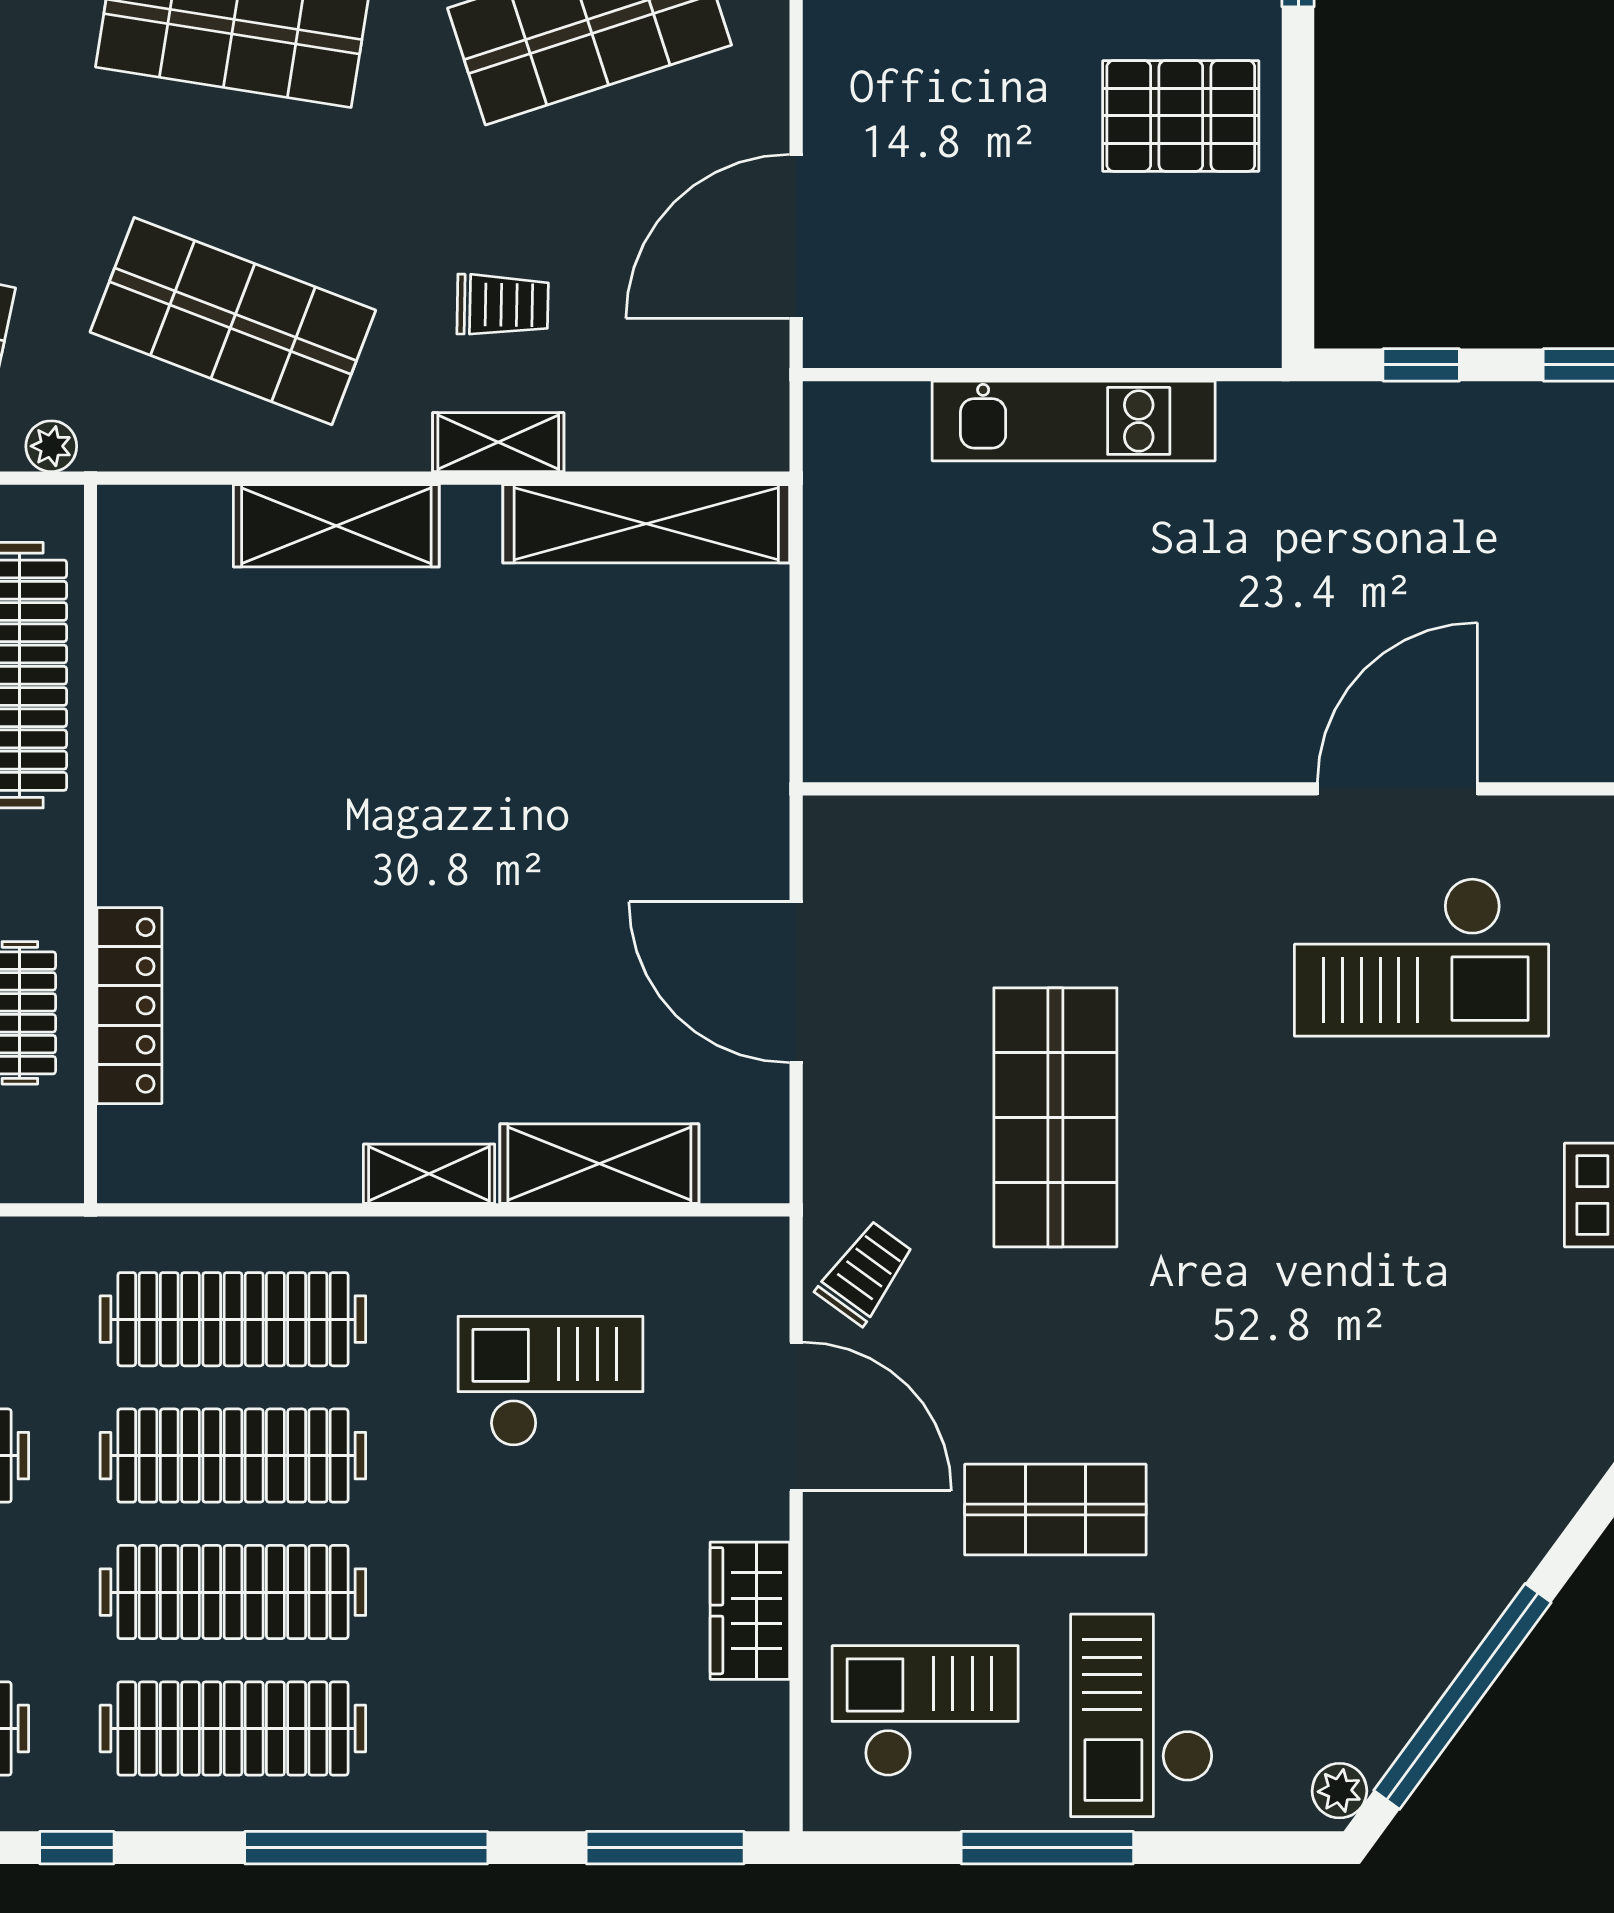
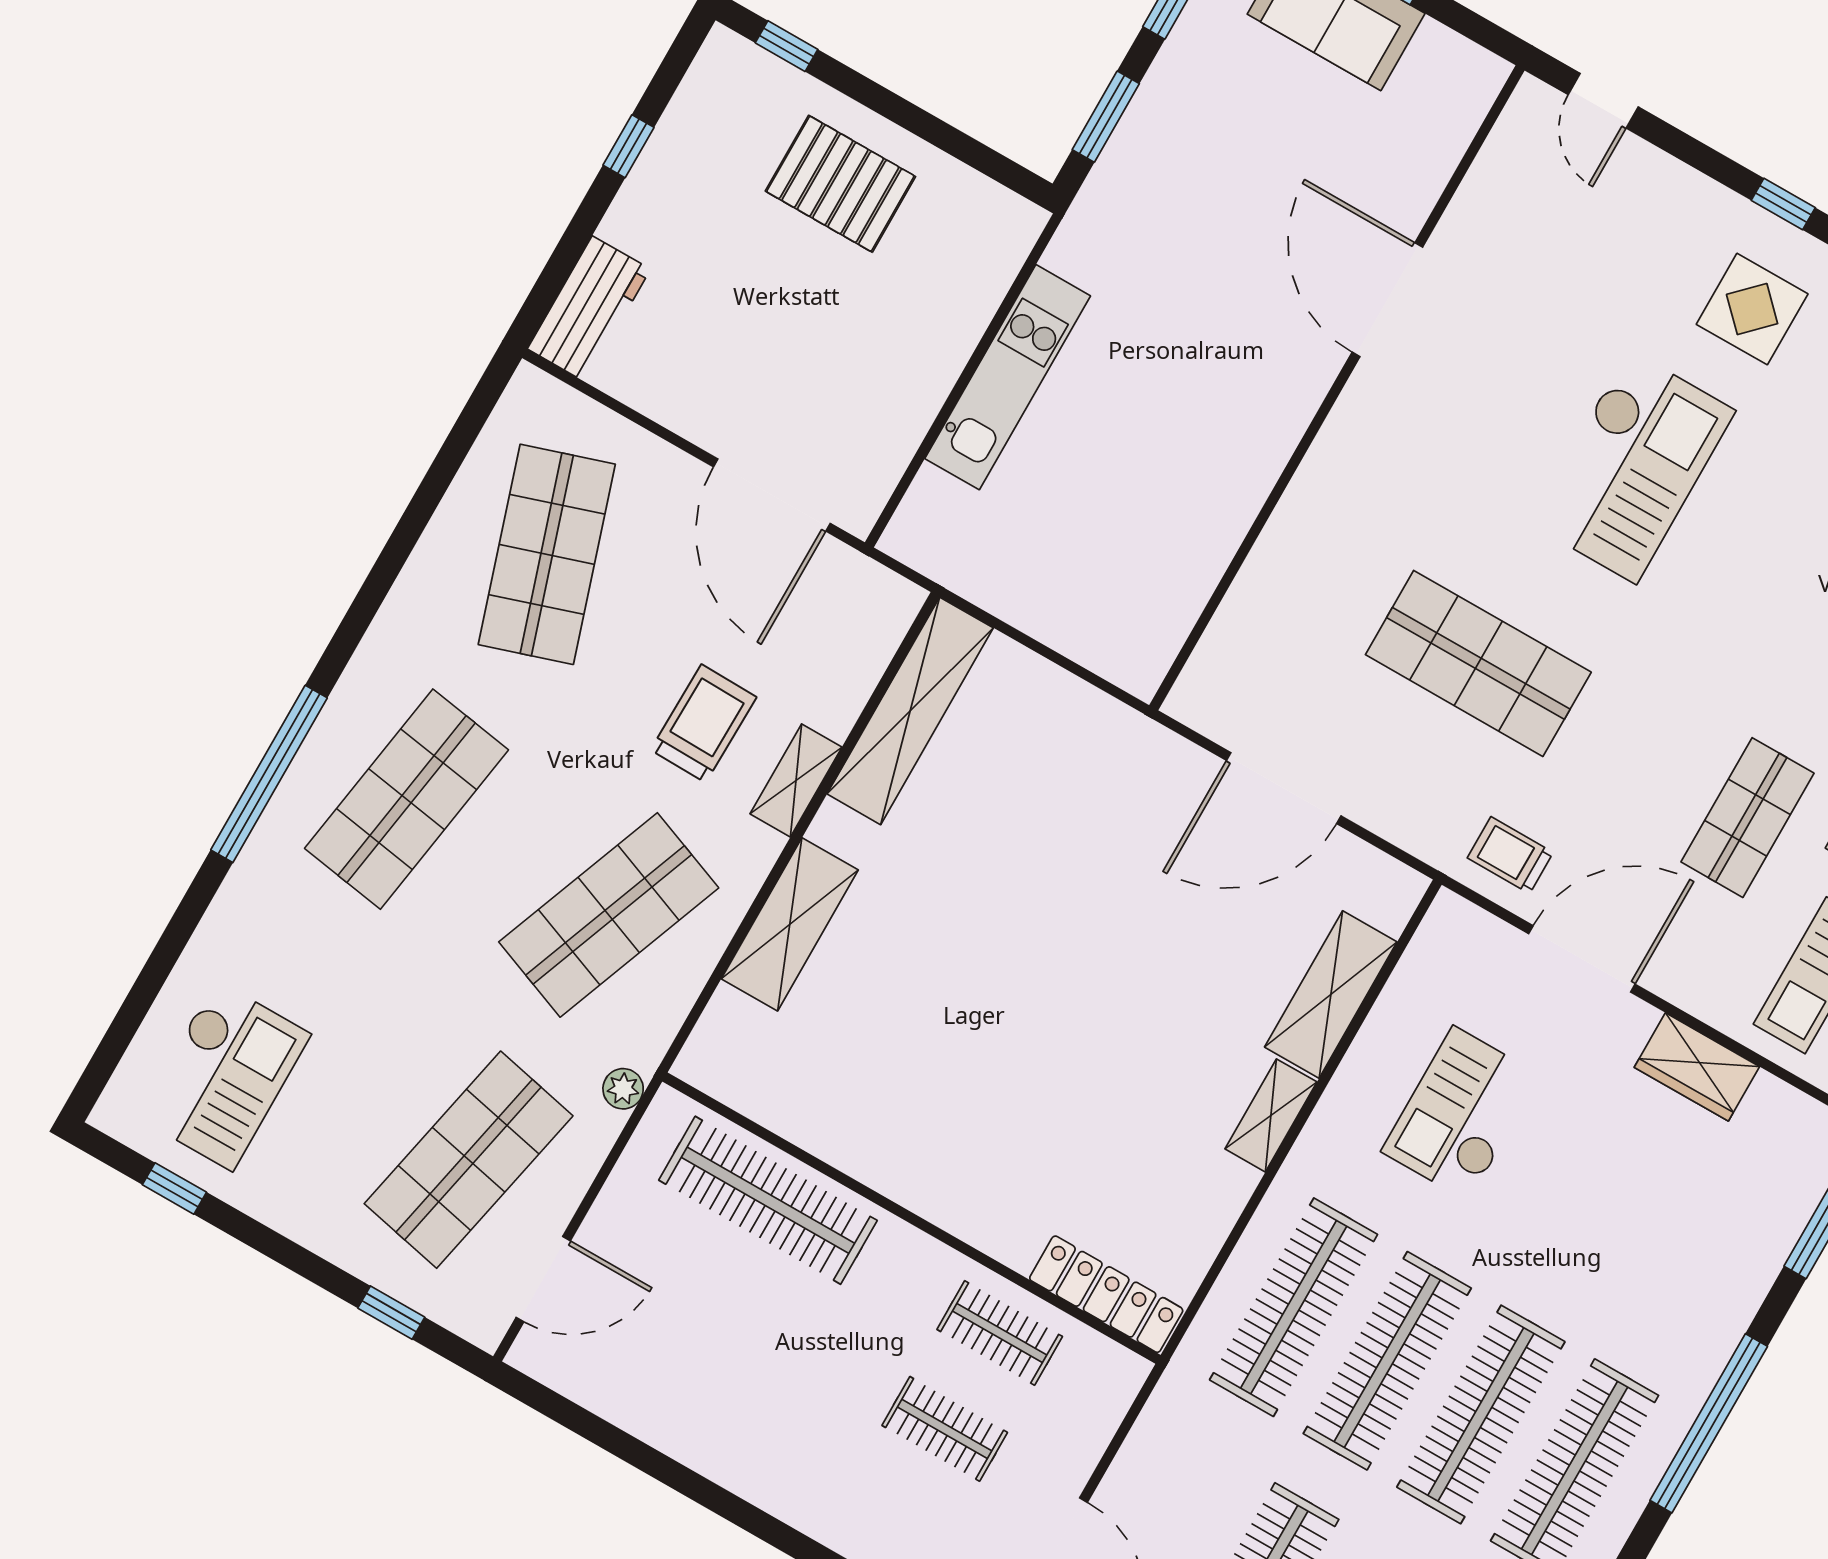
pallet: (1181, 116) -> (840, 184), turned 90
trolley: (503, 305) -> (703, 723), width x1.36, depth x1.39
window: (1421, 365) -> (1106, 117), width x1.50
checkout: (1421, 957) -> (1632, 467), moved
locker: (129, 1006) -> (1106, 1294), moved
trolley: (865, 1273) -> (1510, 855), turned -36

